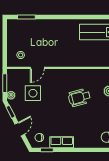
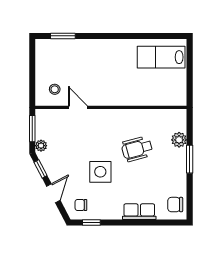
door: (37, 68) -> (78, 107), swing flipped
side table: (33, 93) -> (100, 172), moved
row of seats: (62, 142) -> (139, 212), moved

